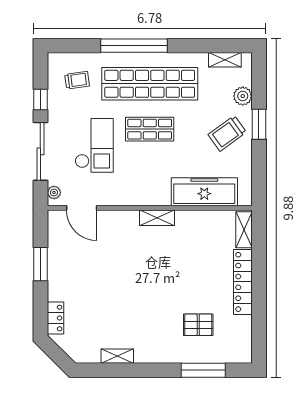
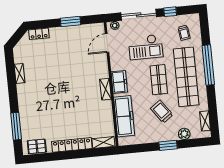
trolley: (227, 133) -> (162, 112), moved
freezer: (147, 194) -> (119, 82), added
pallet: (198, 325) -> (37, 146), moved, turned 90

